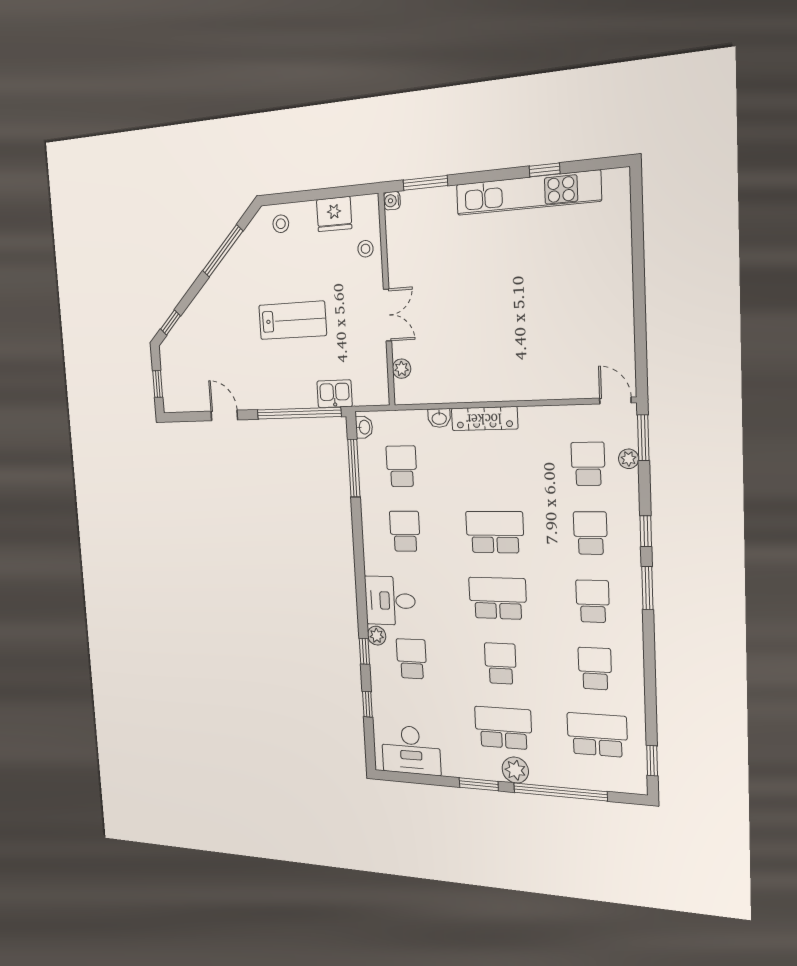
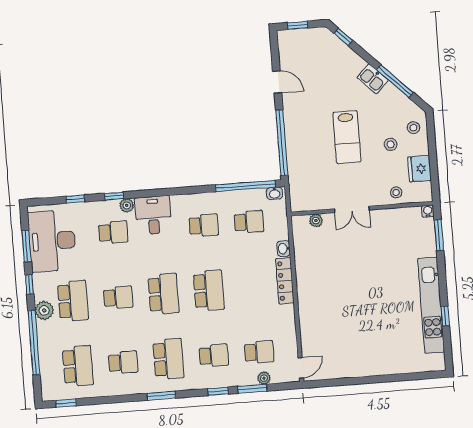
stool: (302, 257) -> (391, 144), added
kitchen sink: (335, 394) -> (373, 79), moved, turned 135
door: (224, 415) -> (277, 82), hinge flipped
window: (643, 438) -> (252, 389), moved
window: (354, 468) -> (245, 186), width x1.46
window: (647, 588) -> (161, 396), moved
school desk: (593, 601) -> (168, 359), width x1.85
desk: (411, 750) -> (52, 241), width x1.36, depth x1.30
window: (427, 779) -> (27, 246), added
window: (479, 784) -> (29, 284), width x0.67

